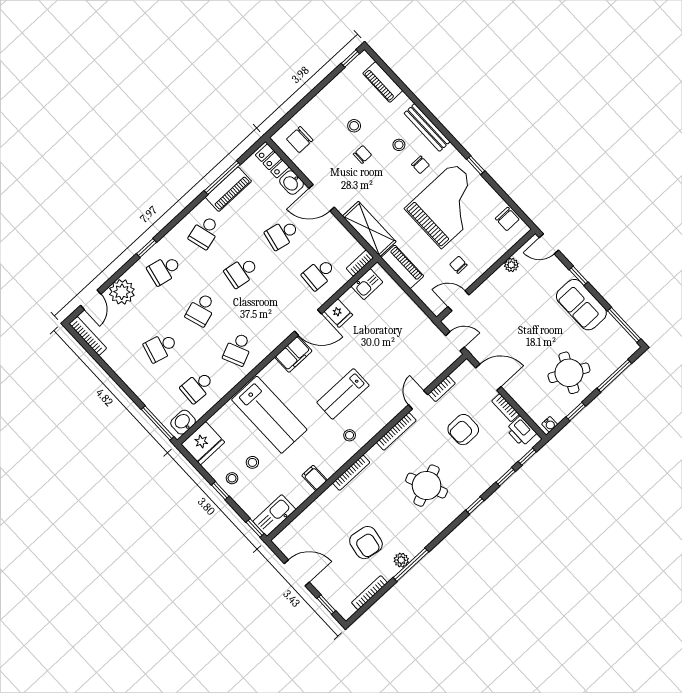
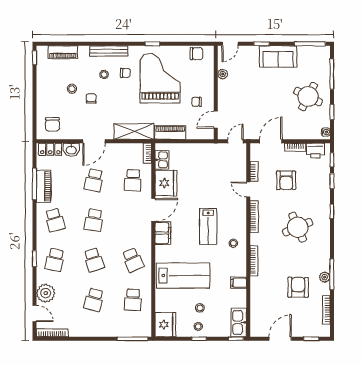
fridge: (338, 313) -> (166, 183), width x1.88, depth x1.34
washbasin: (183, 422) -> (145, 325), removed
armchair: (366, 543) -> (298, 287), turned -99

